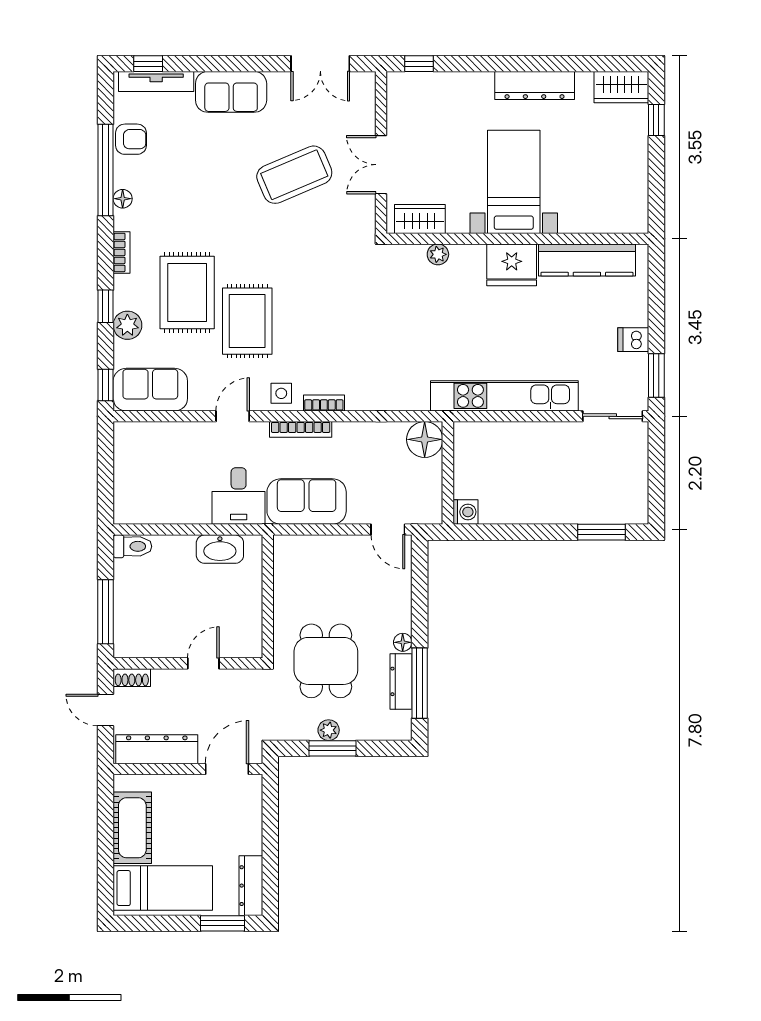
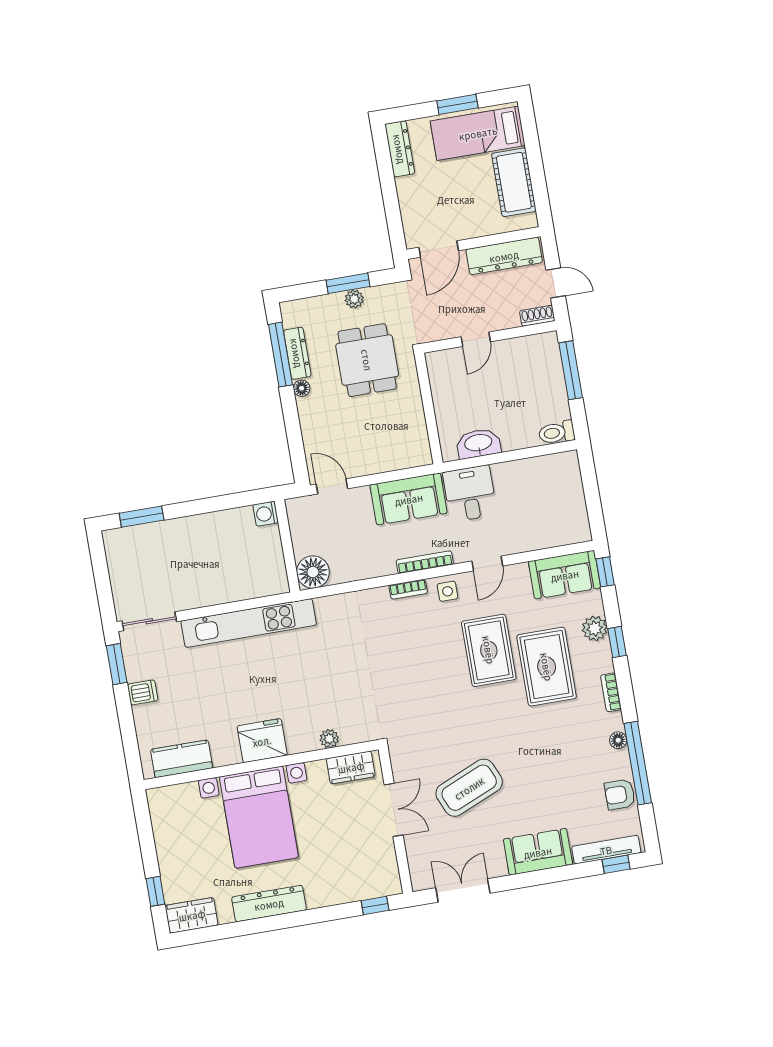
bed with nightstands: (514, 182) -> (259, 817), width x1.36
kitchen counter: (587, 260) -> (182, 759), width x0.67
window: (223, 923) -> (457, 104), moved

